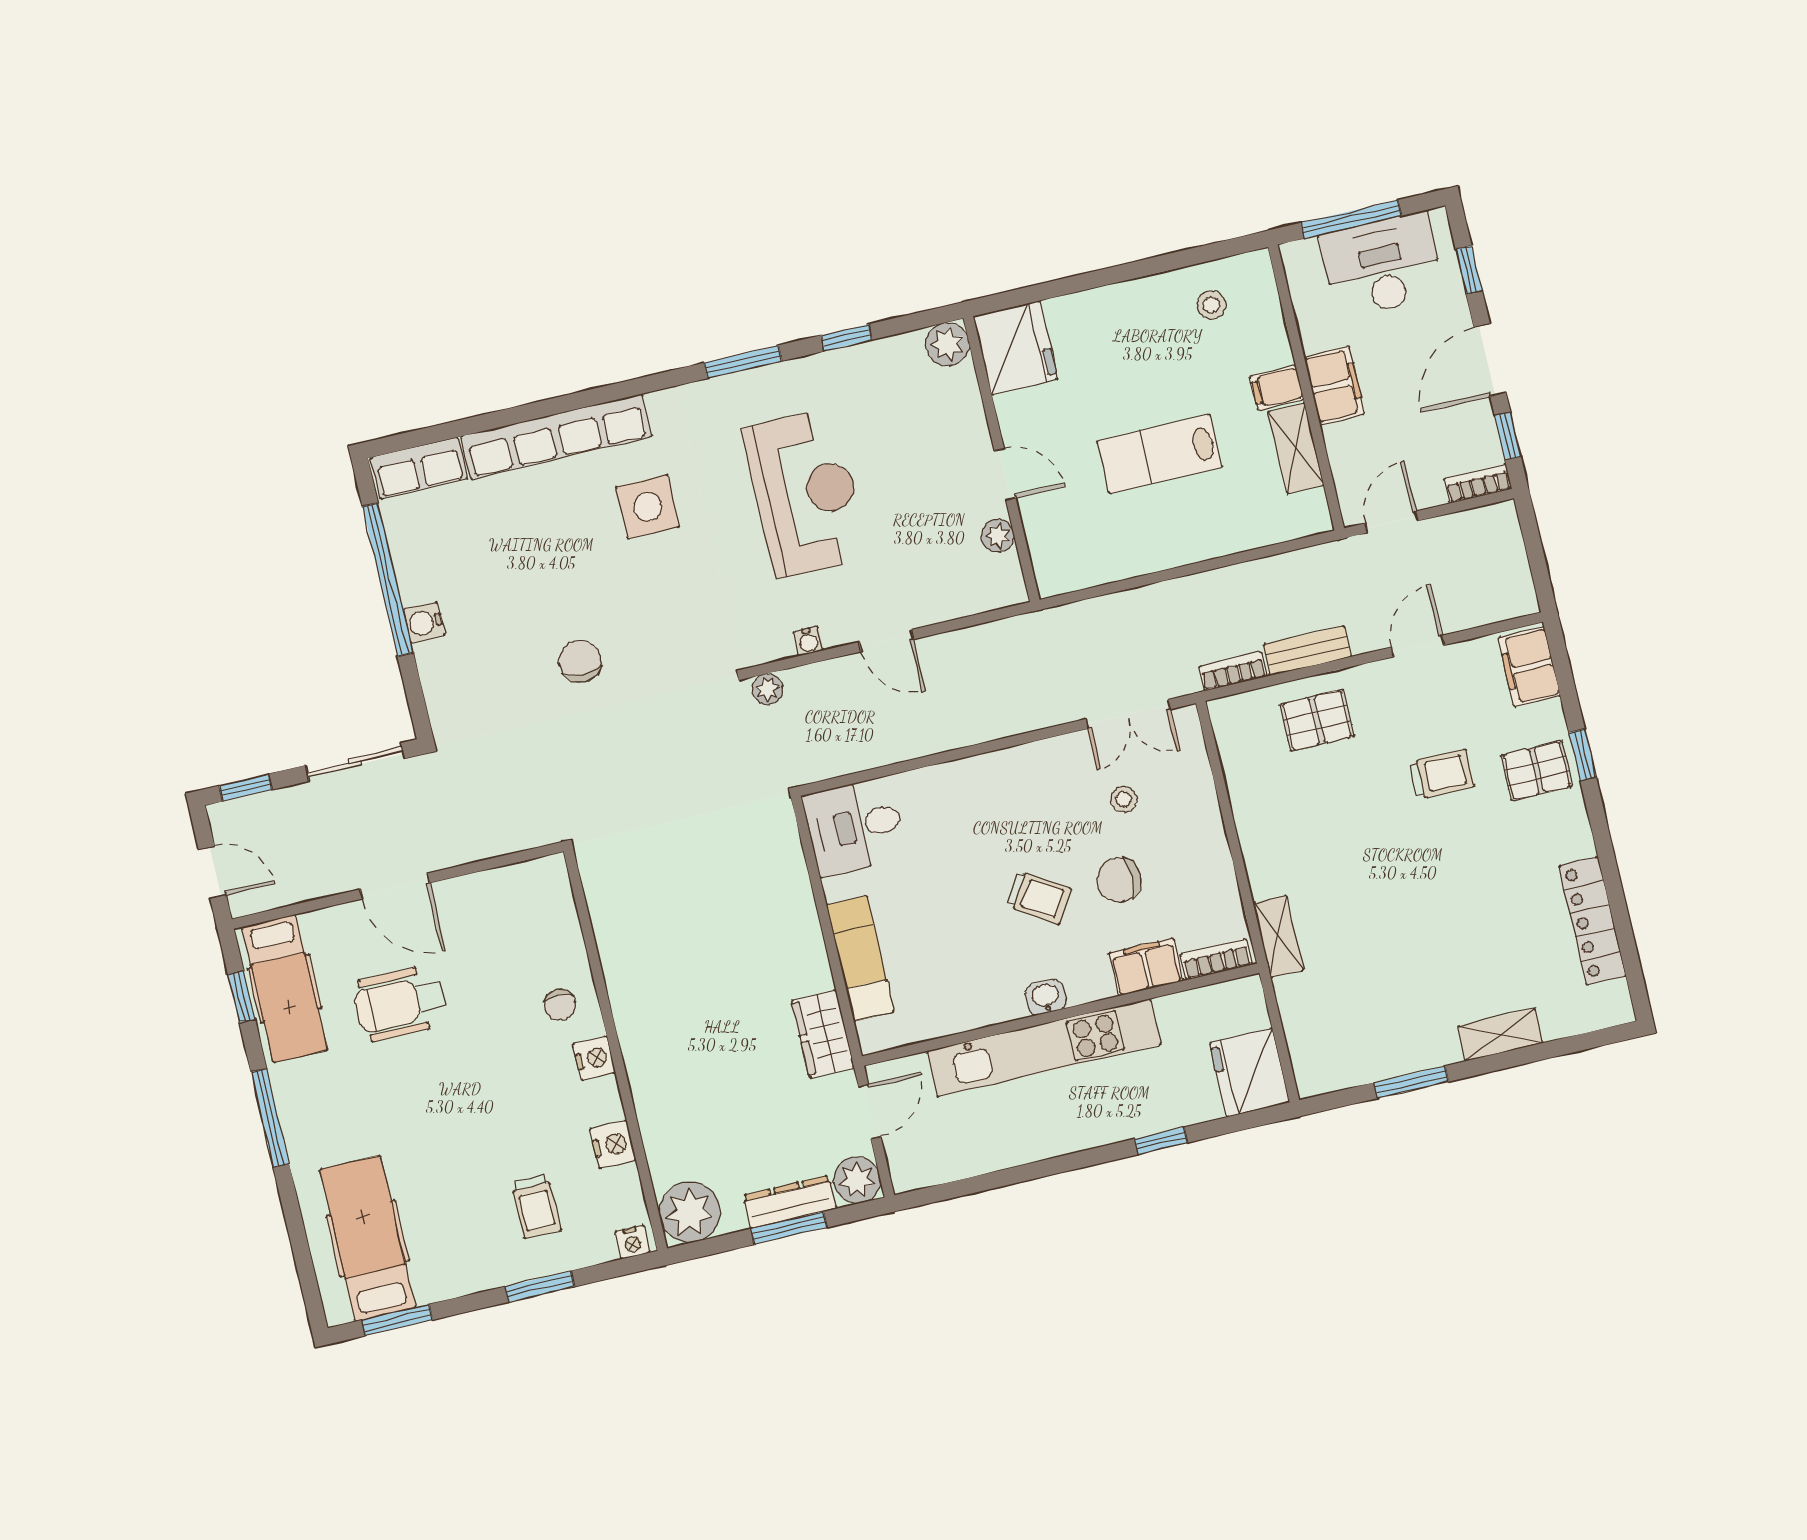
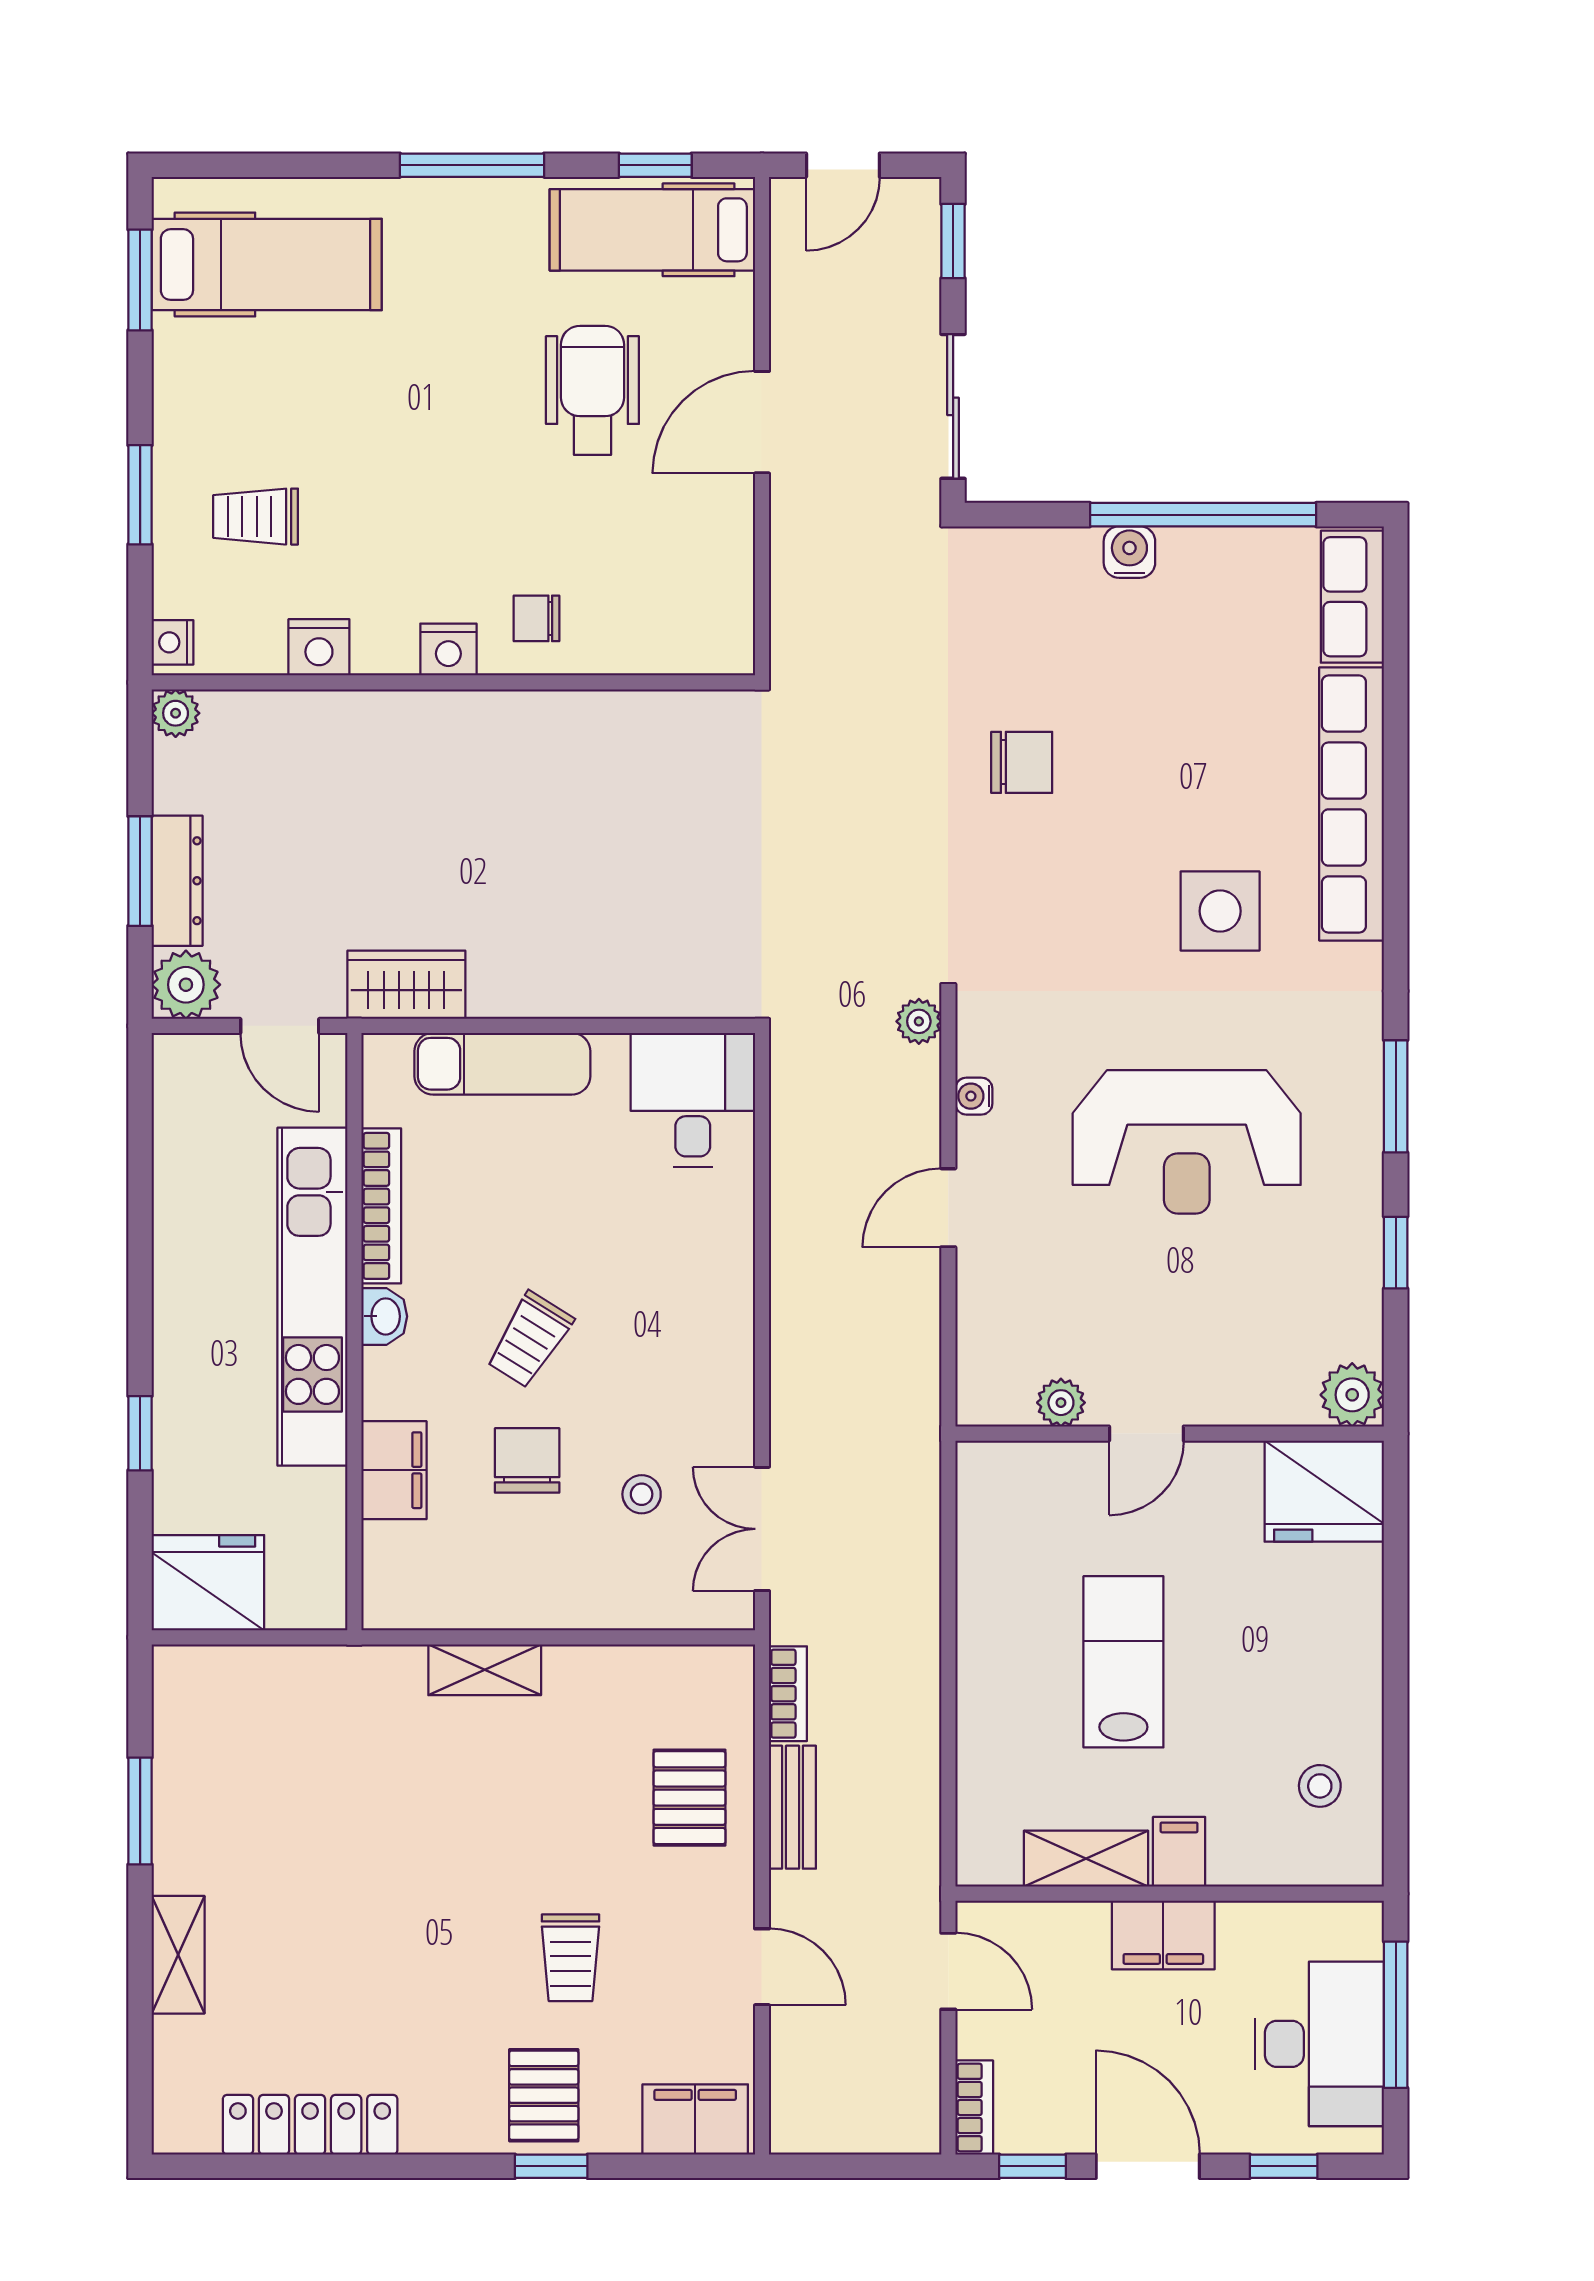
shelving: (1278, 936) -> (485, 1670), moved
bookcase: (1216, 959) -> (381, 1206), moved, width x1.56
plant: (689, 1212) -> (176, 713), width x0.53, depth x0.53

